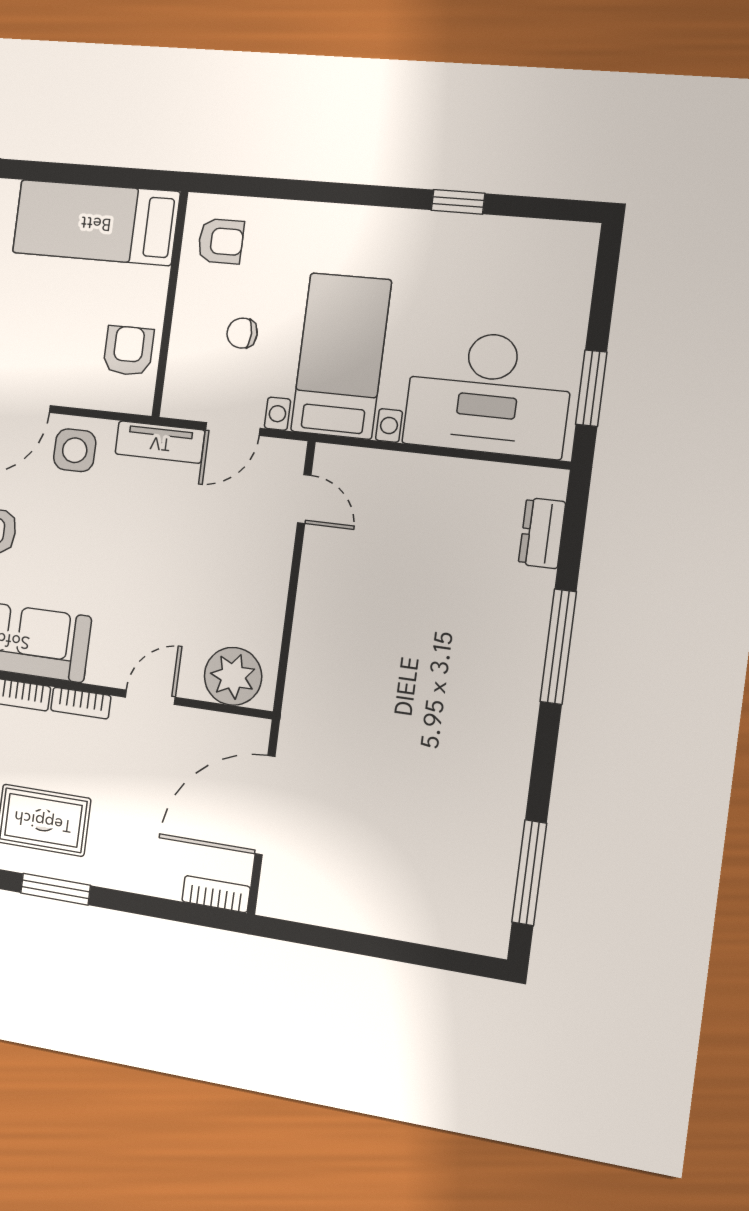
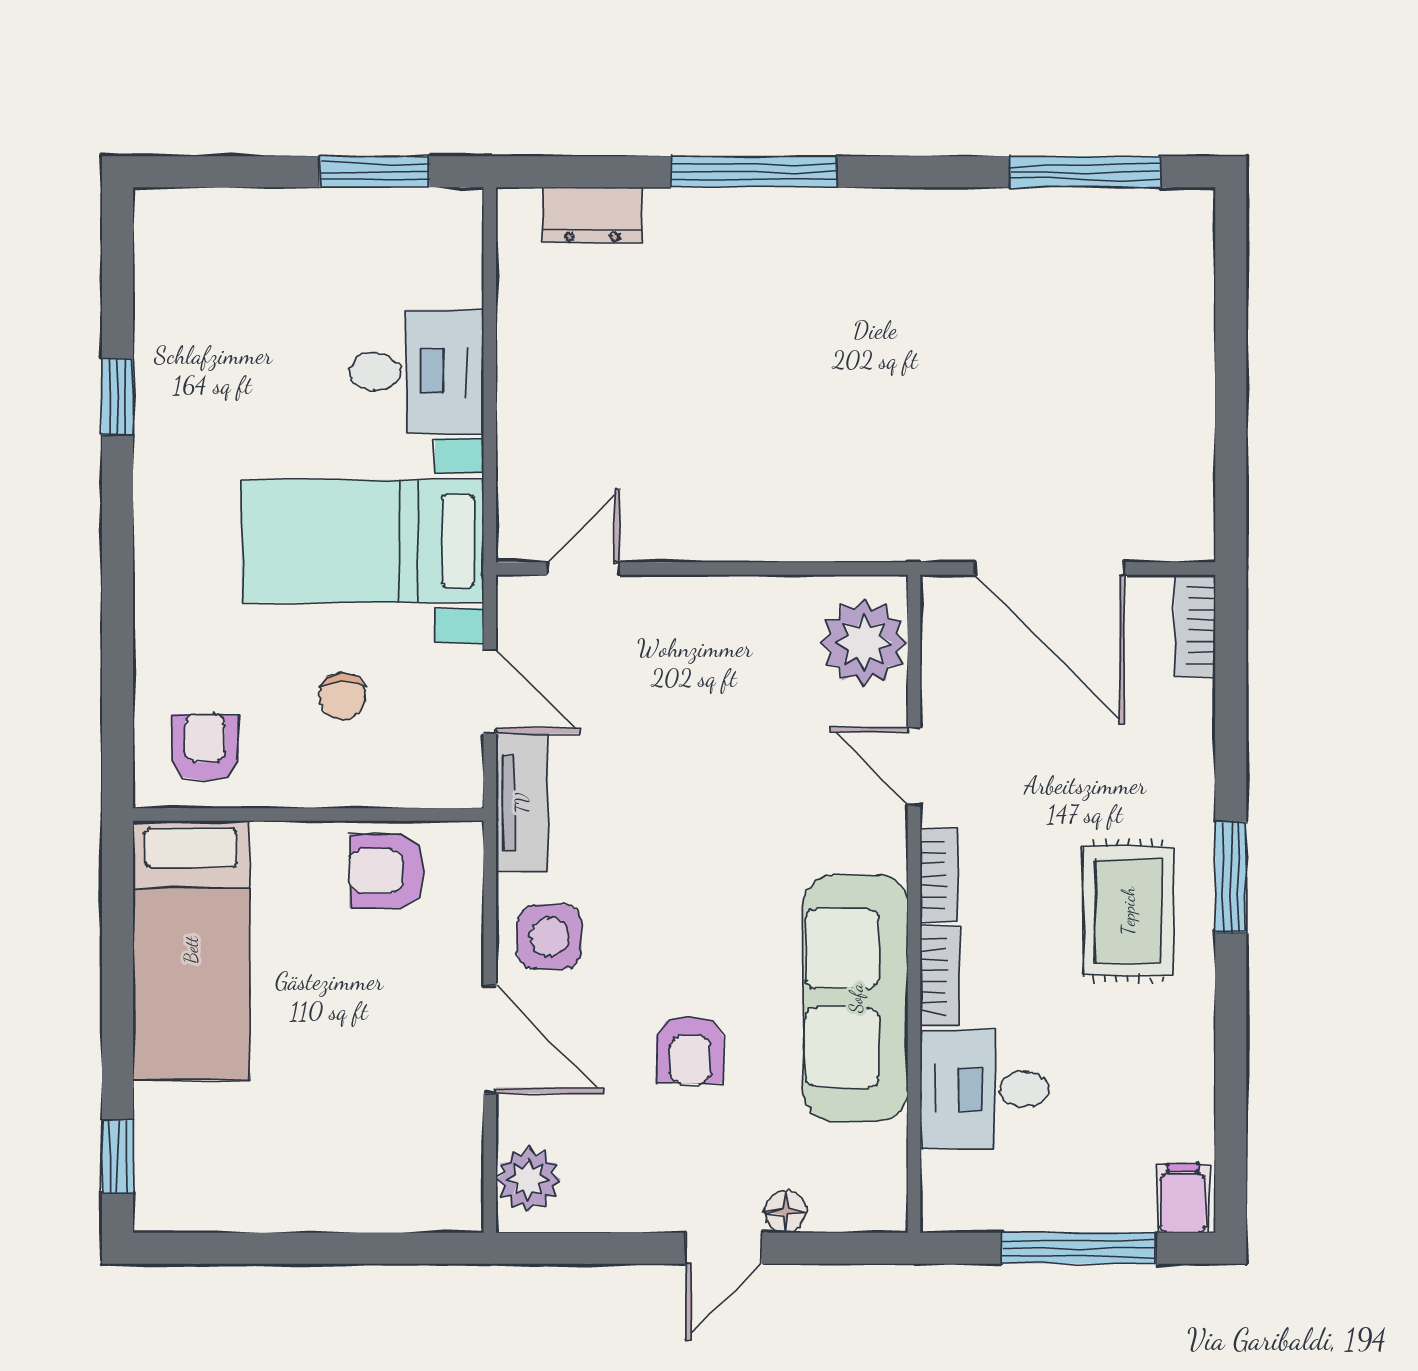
desk: (488, 393) -> (417, 372), width x0.53, depth x0.77

